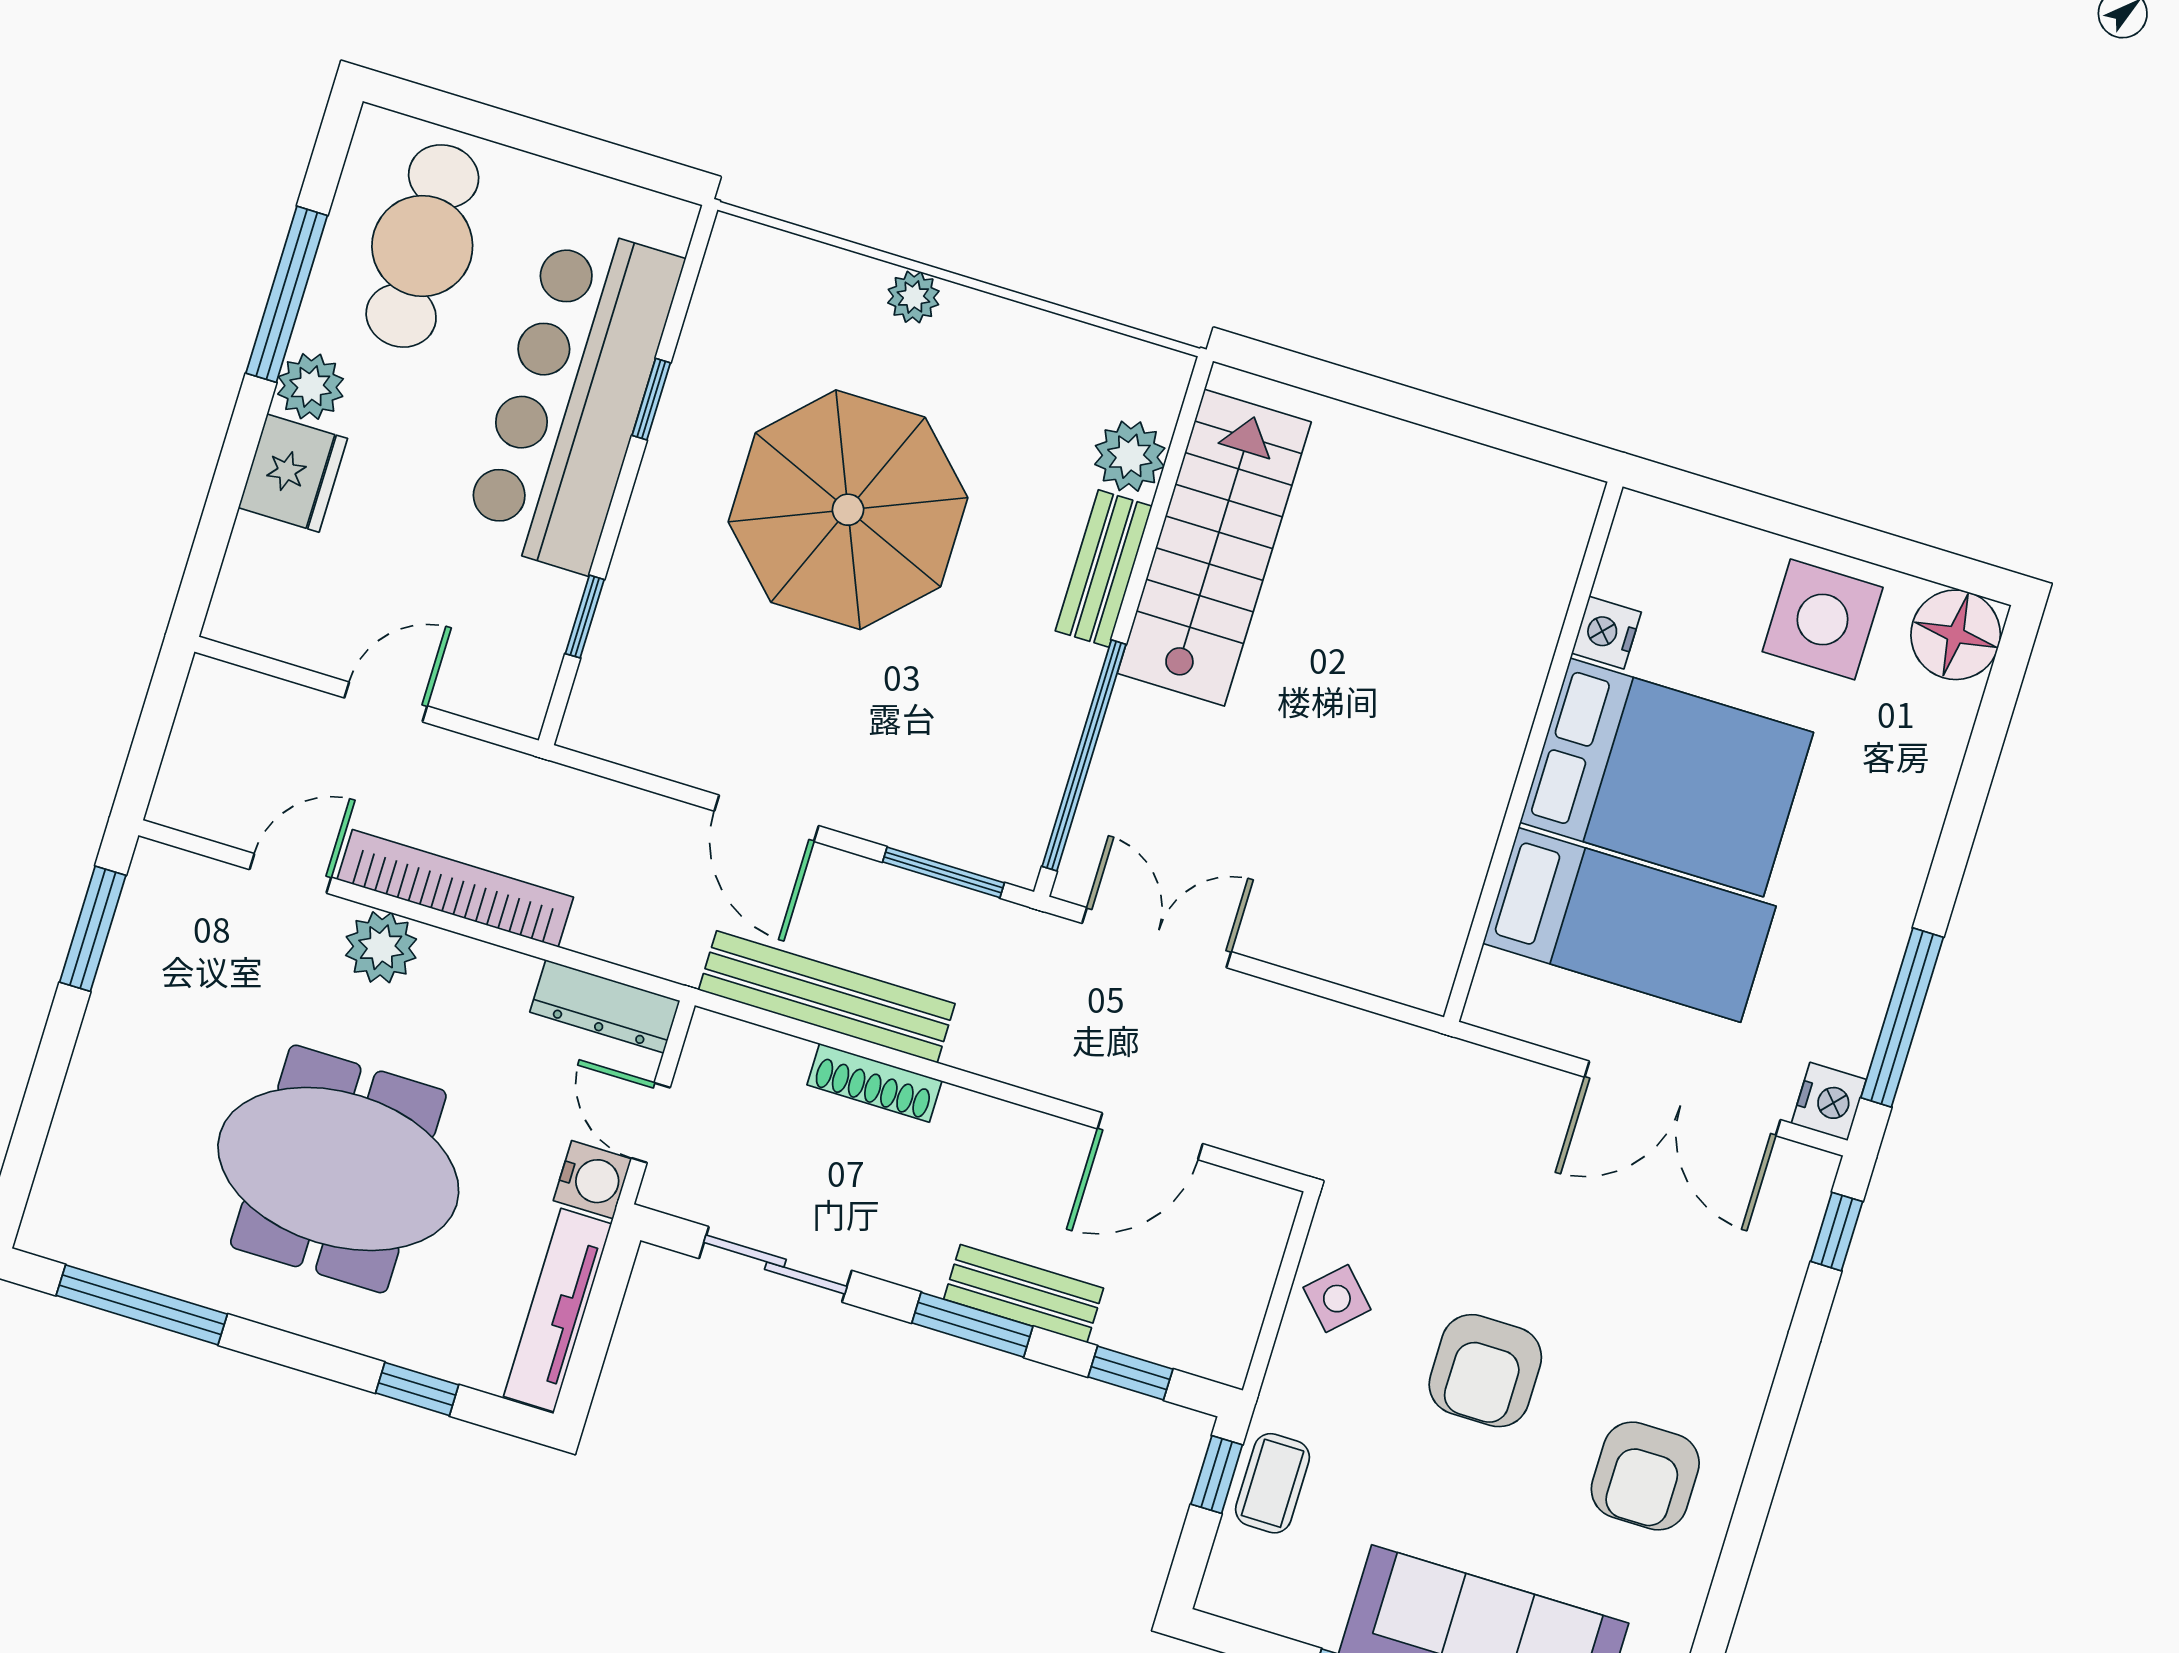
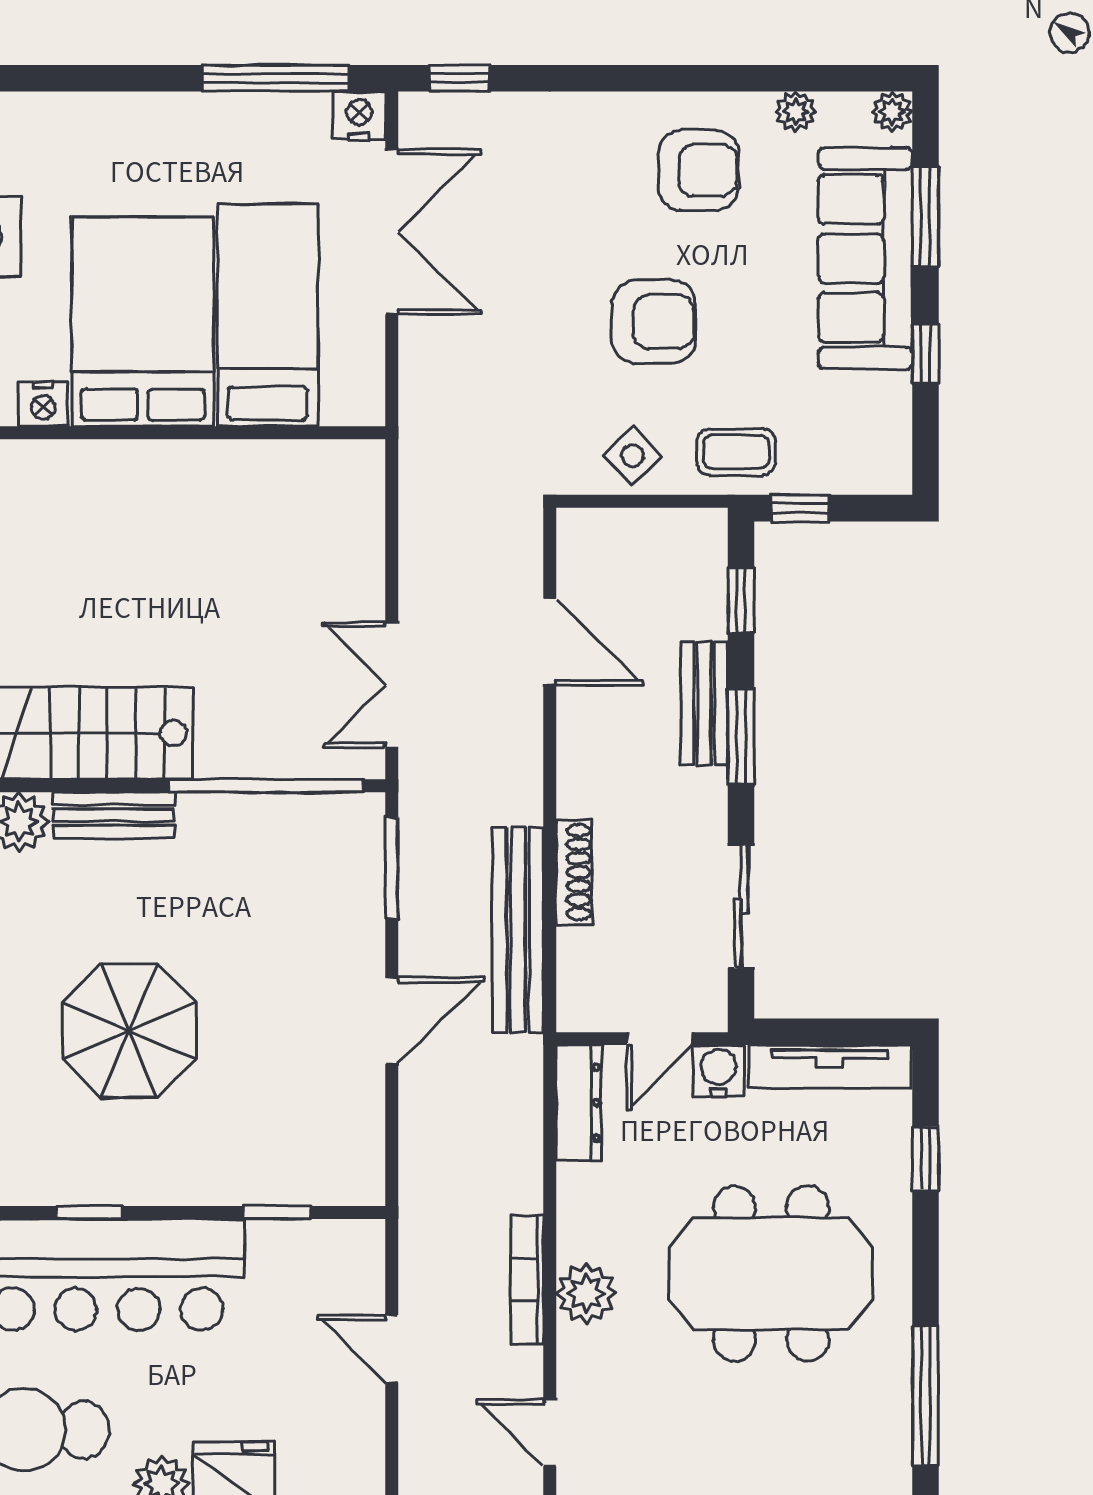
parasol: (848, 510) -> (129, 1031), width x0.73, depth x0.73
door: (290, 873) -> (550, 1433), moved
bookcase: (455, 888) -> (527, 1280), width x0.68, depth x0.76
meeting table: (338, 1169) -> (771, 1274), turned 90
coffee table: (1273, 1483) -> (736, 452), moved
plant: (1679, 1610) -> (796, 111), added

